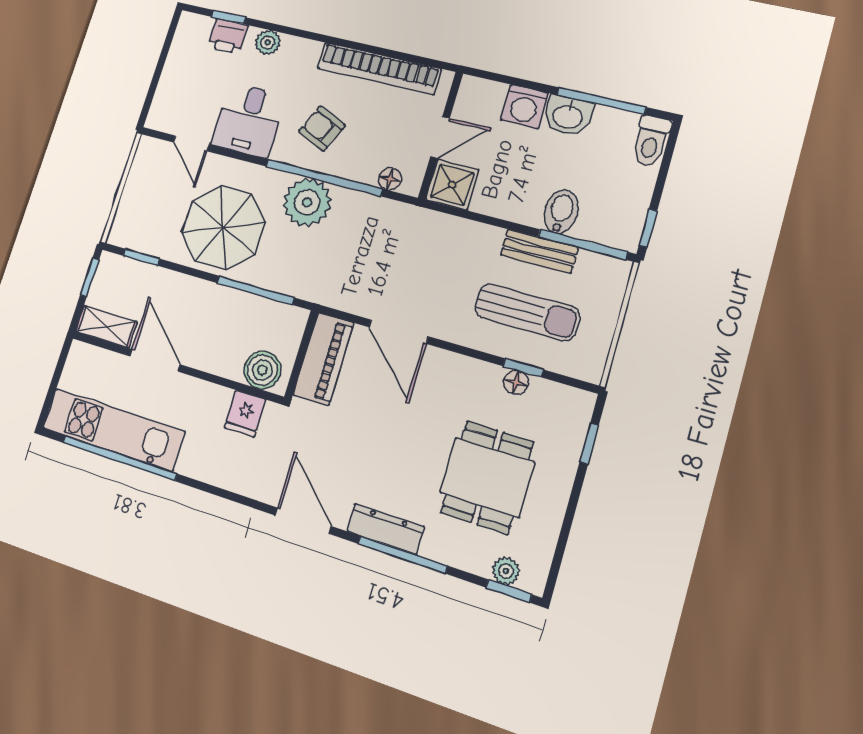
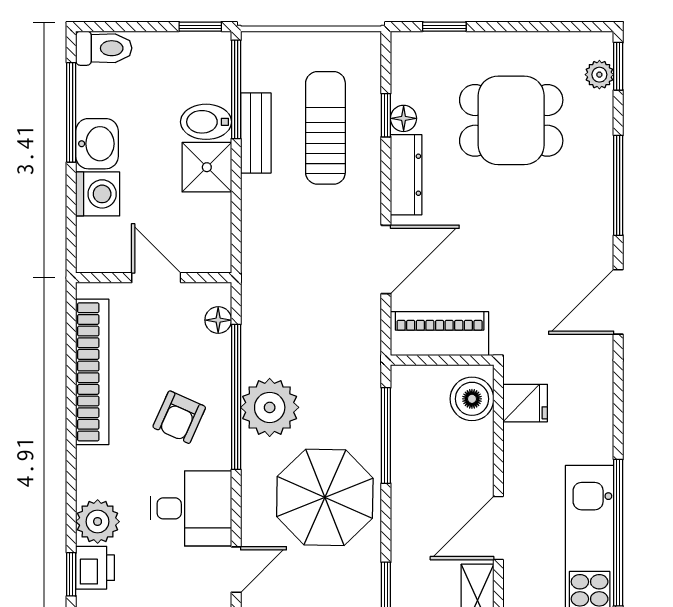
plant: (268, 42) -> (98, 522), width x1.38, depth x1.38
shower: (452, 185) -> (207, 167), moved
dresser: (386, 529) -> (406, 175), moved, turned 180

